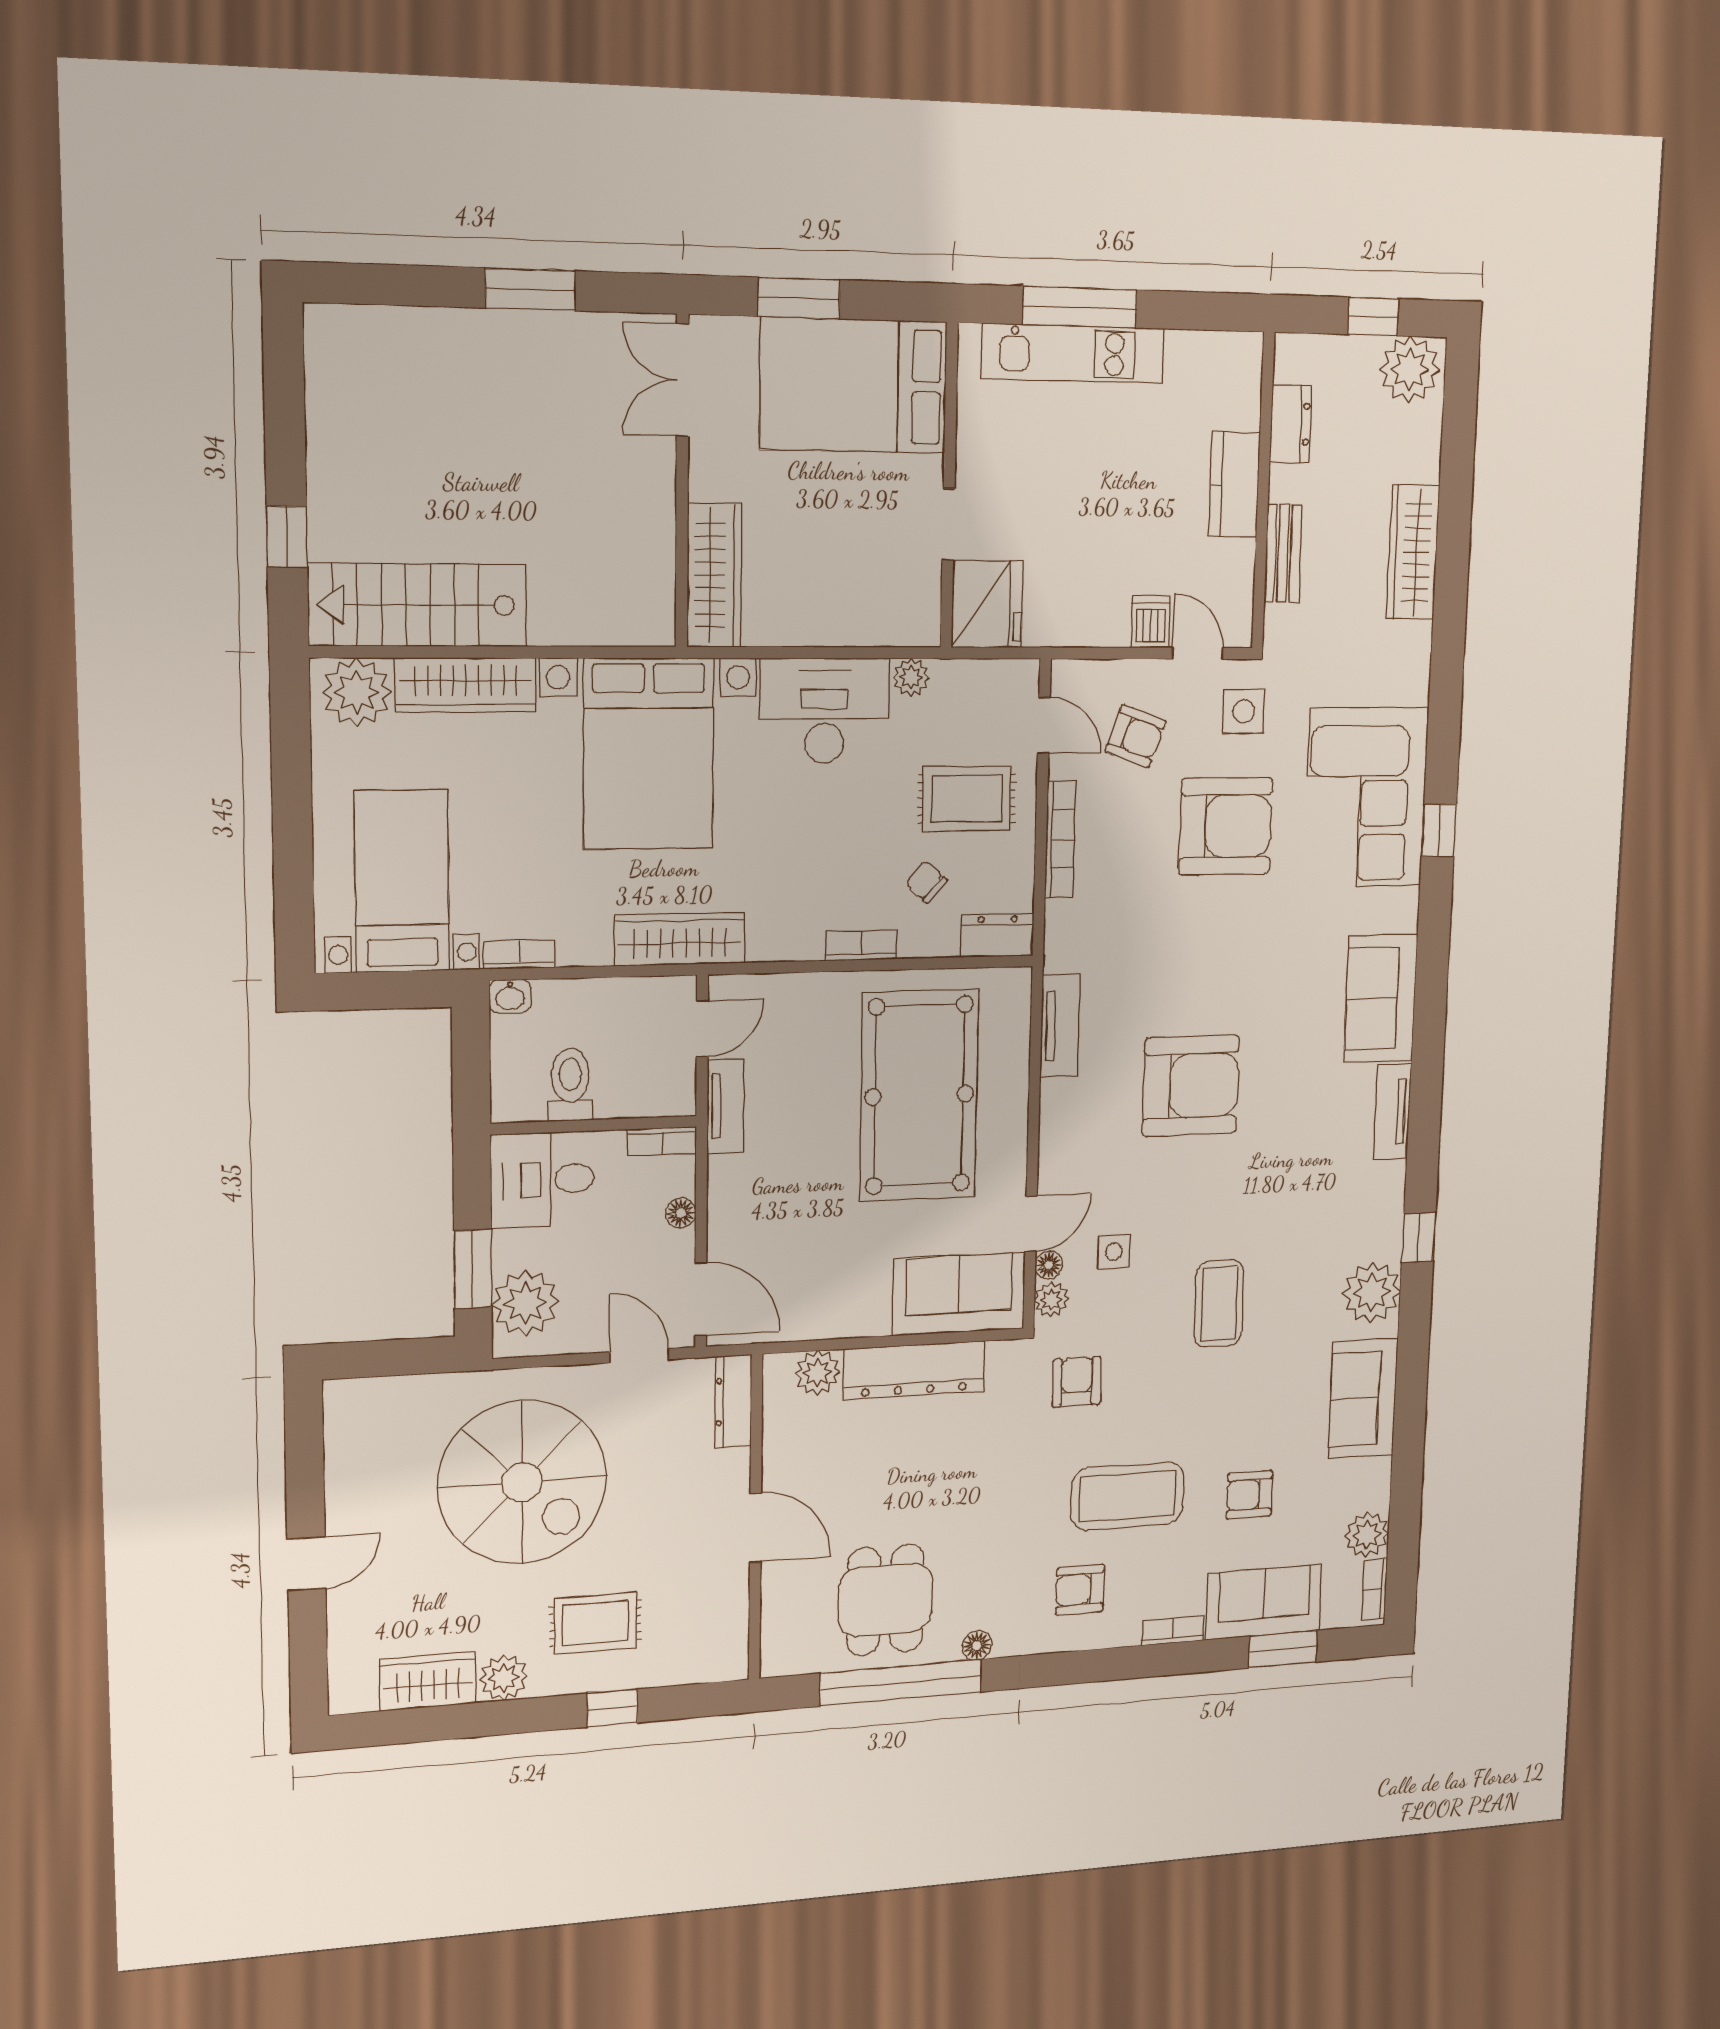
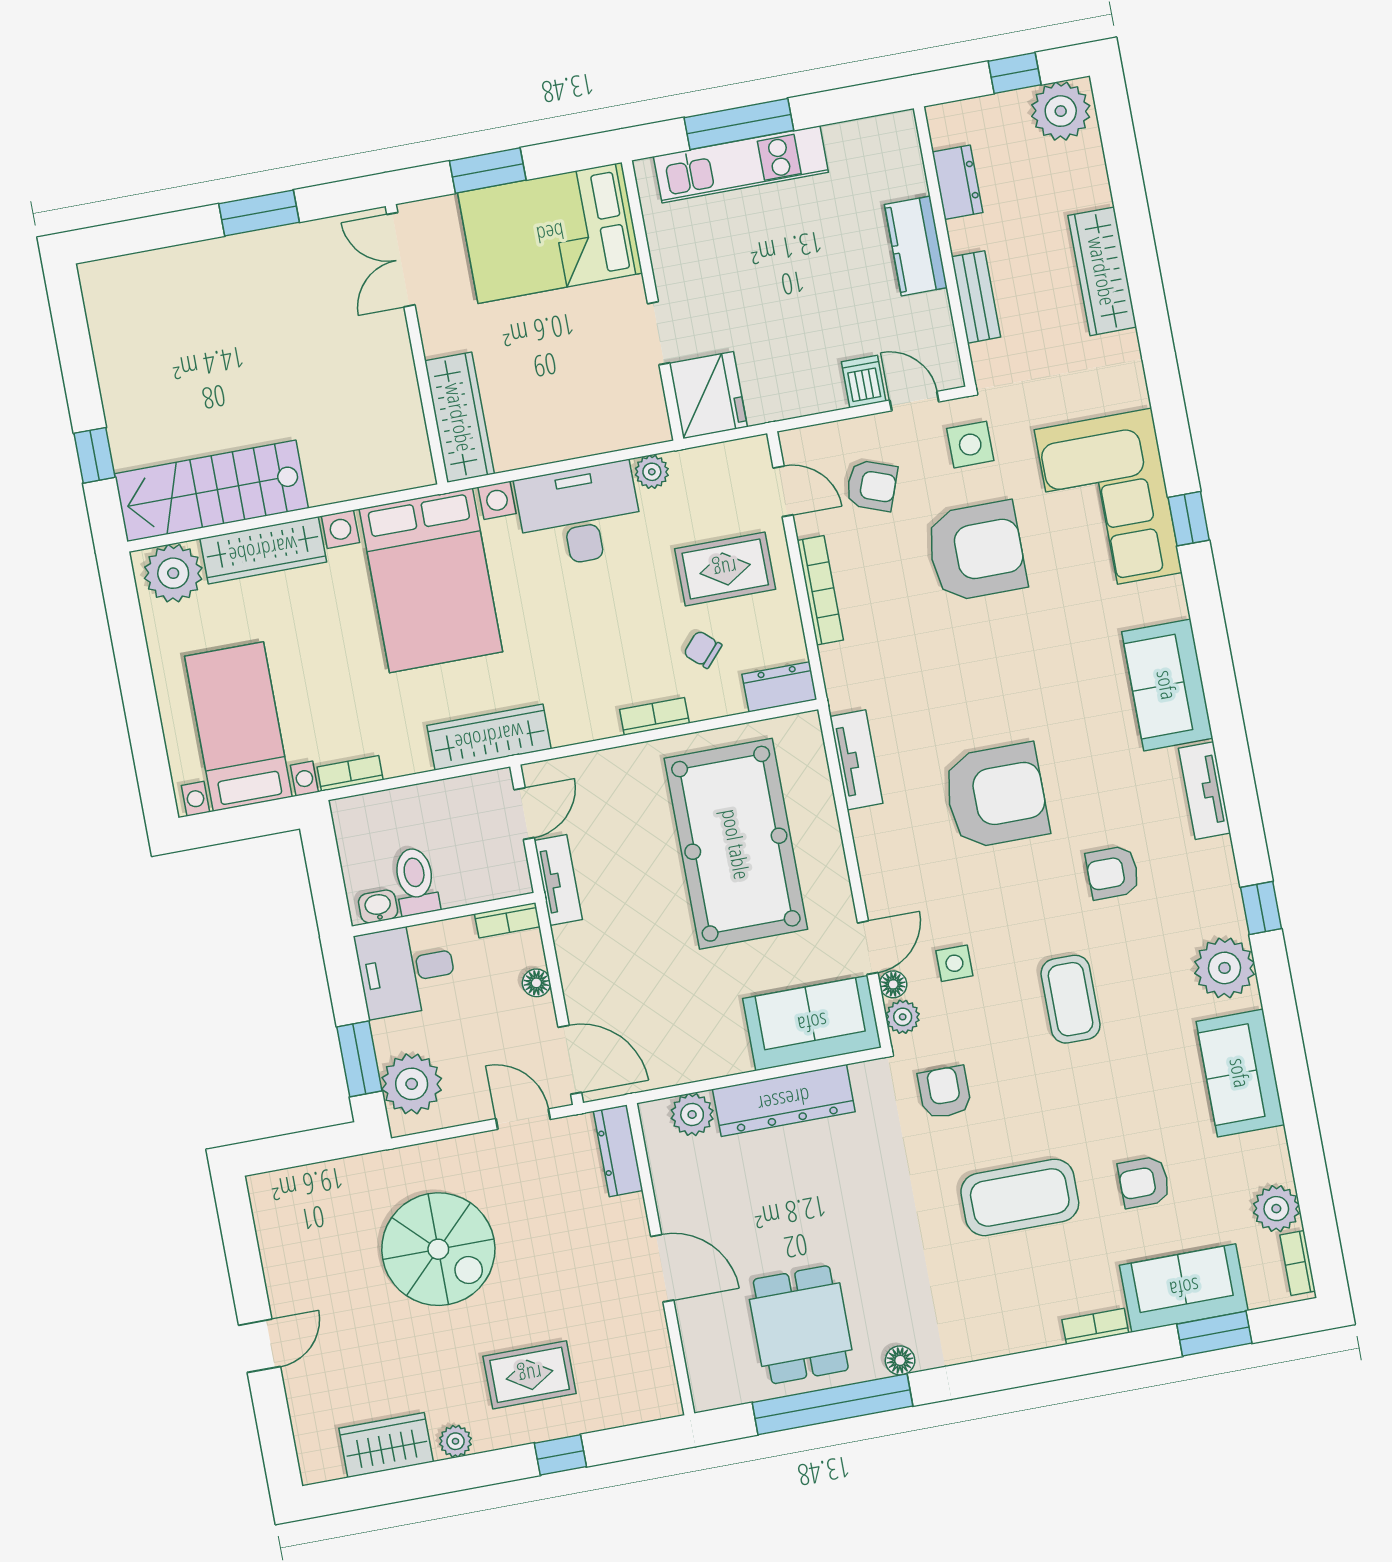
washbasin: (510, 996) -> (378, 907), moved, turned 180
spiral stairs: (522, 1482) -> (438, 1249), width x0.73, depth x0.73
armchair: (1080, 1590) -> (1113, 873), moved
plant: (503, 1678) -> (455, 1441), width x0.73, depth x0.73

